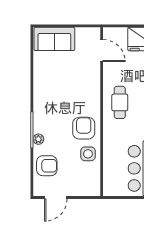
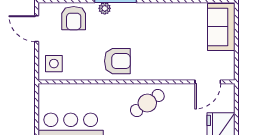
cafe table: (120, 102) -> (147, 103), turned -35
side table: (88, 154) -> (54, 64), moved

